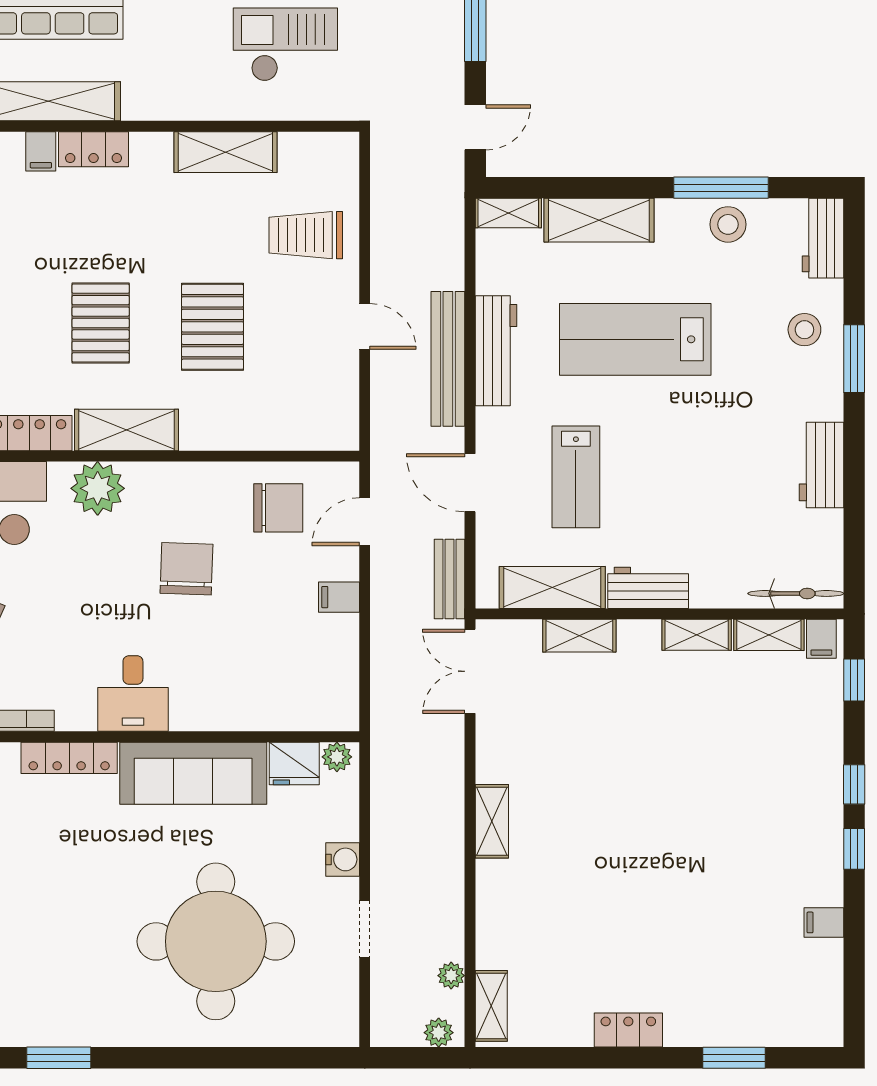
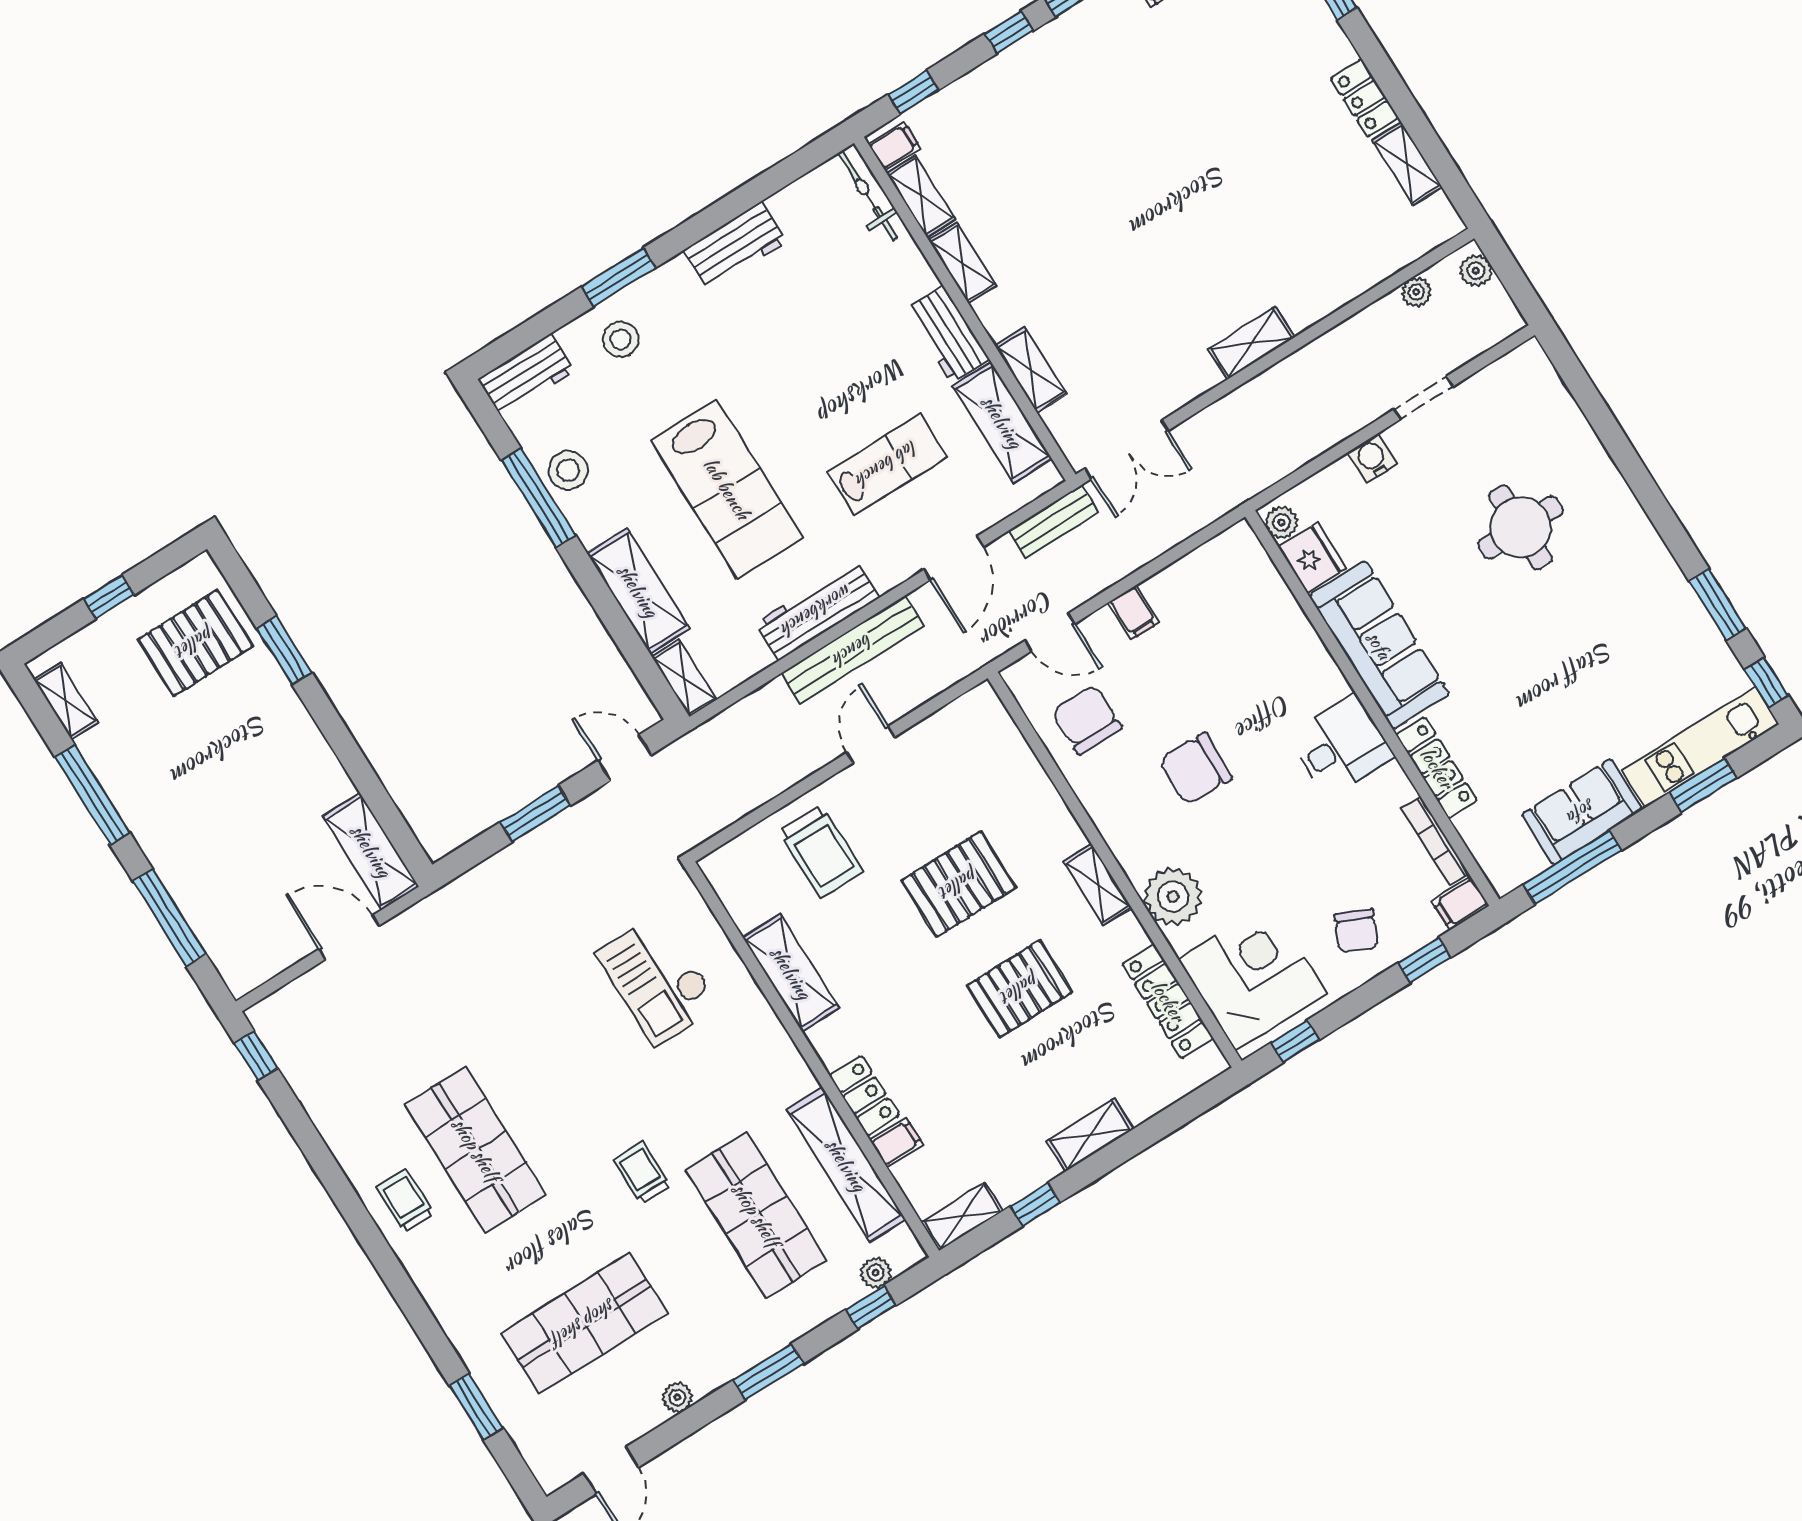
shelving: (127, 430) -> (1098, 885), width x0.67, depth x0.75
round table: (216, 941) -> (1520, 527), width x0.54, depth x0.54
shelving: (491, 1006) -> (1407, 164), moved, turned 90

